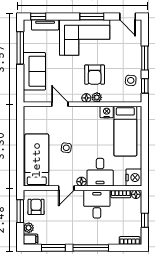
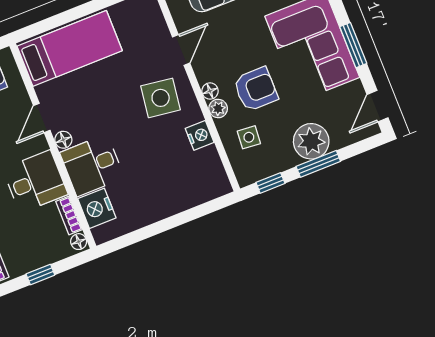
plant: (132, 57) -> (311, 141), added
armchair: (95, 75) -> (256, 89), turned 180
side table: (131, 80) -> (249, 137), moved
bed: (125, 131) -> (180, 180), removed
side table: (66, 148) -> (161, 98), moved, width x1.87, depth x1.87
nightstand: (134, 178) -> (97, 208), moved, turned 90
door: (66, 188) -> (42, 118), hinge flipped

